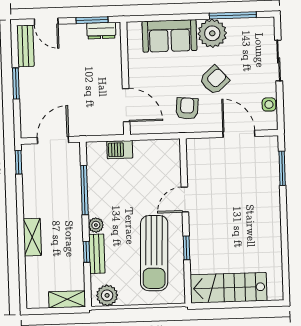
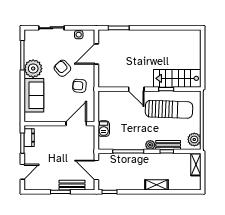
bench: (25, 46) -> (72, 185), moved
stairs: (229, 288) -> (177, 78), moved, turned 90

